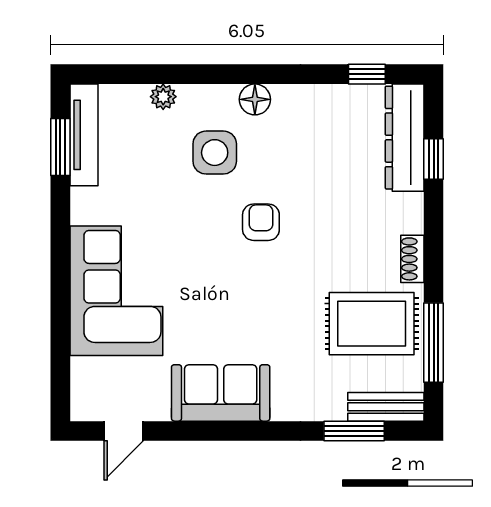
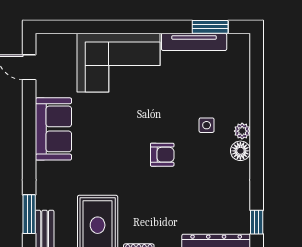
plant: (163, 97) -> (242, 131), moved
tv unit: (84, 135) -> (194, 42), moved
side table: (215, 153) -> (207, 125), width x0.54, depth x0.54

